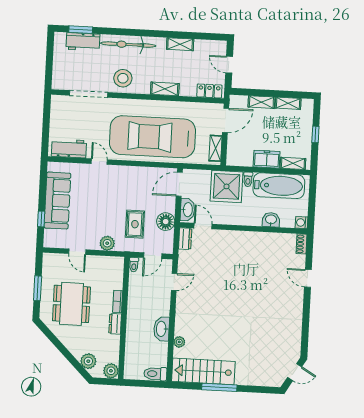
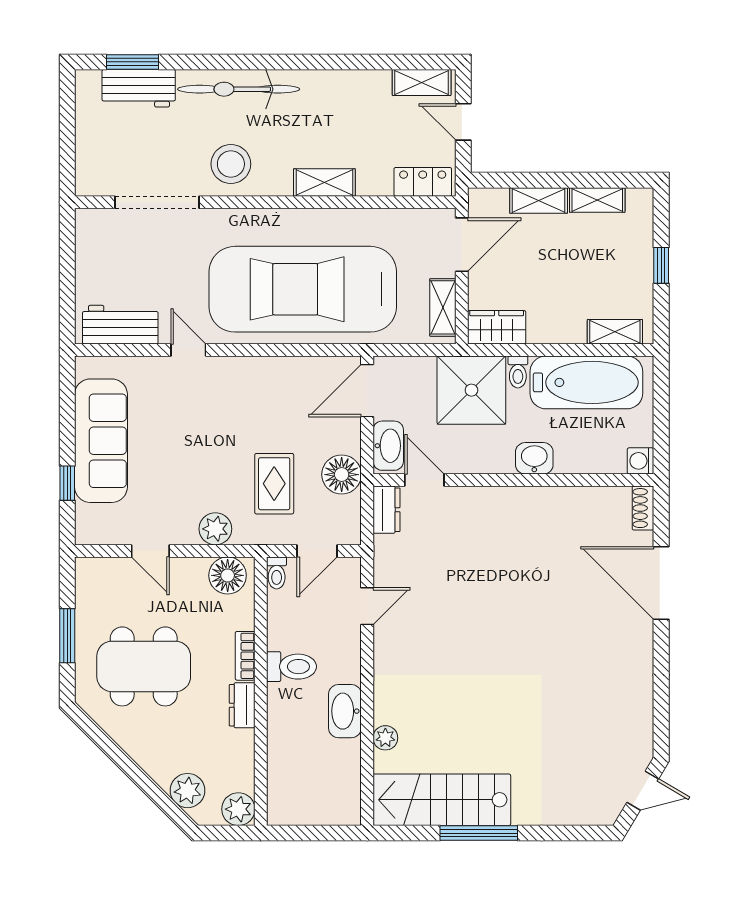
shelving: (180, 44) -> (422, 82), moved
wardrobe: (239, 159) -> (497, 327), added
freezer: (267, 159) -> (557, 326), removed
washbasin: (271, 220) -> (534, 458), moved
floor lamp: (112, 265) -> (228, 575), added
door: (308, 278) -> (661, 583), width x1.88
dining table: (71, 304) -> (144, 666), turned 90
toilet: (155, 374) -> (292, 667), moved, turned 180

